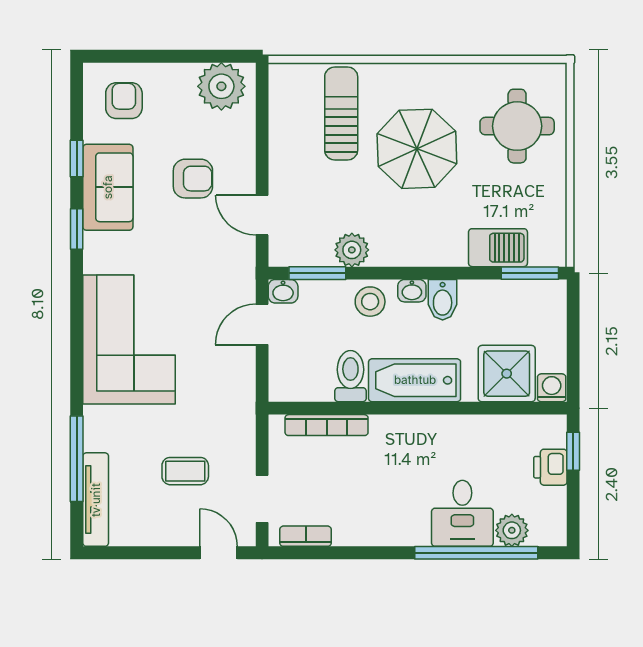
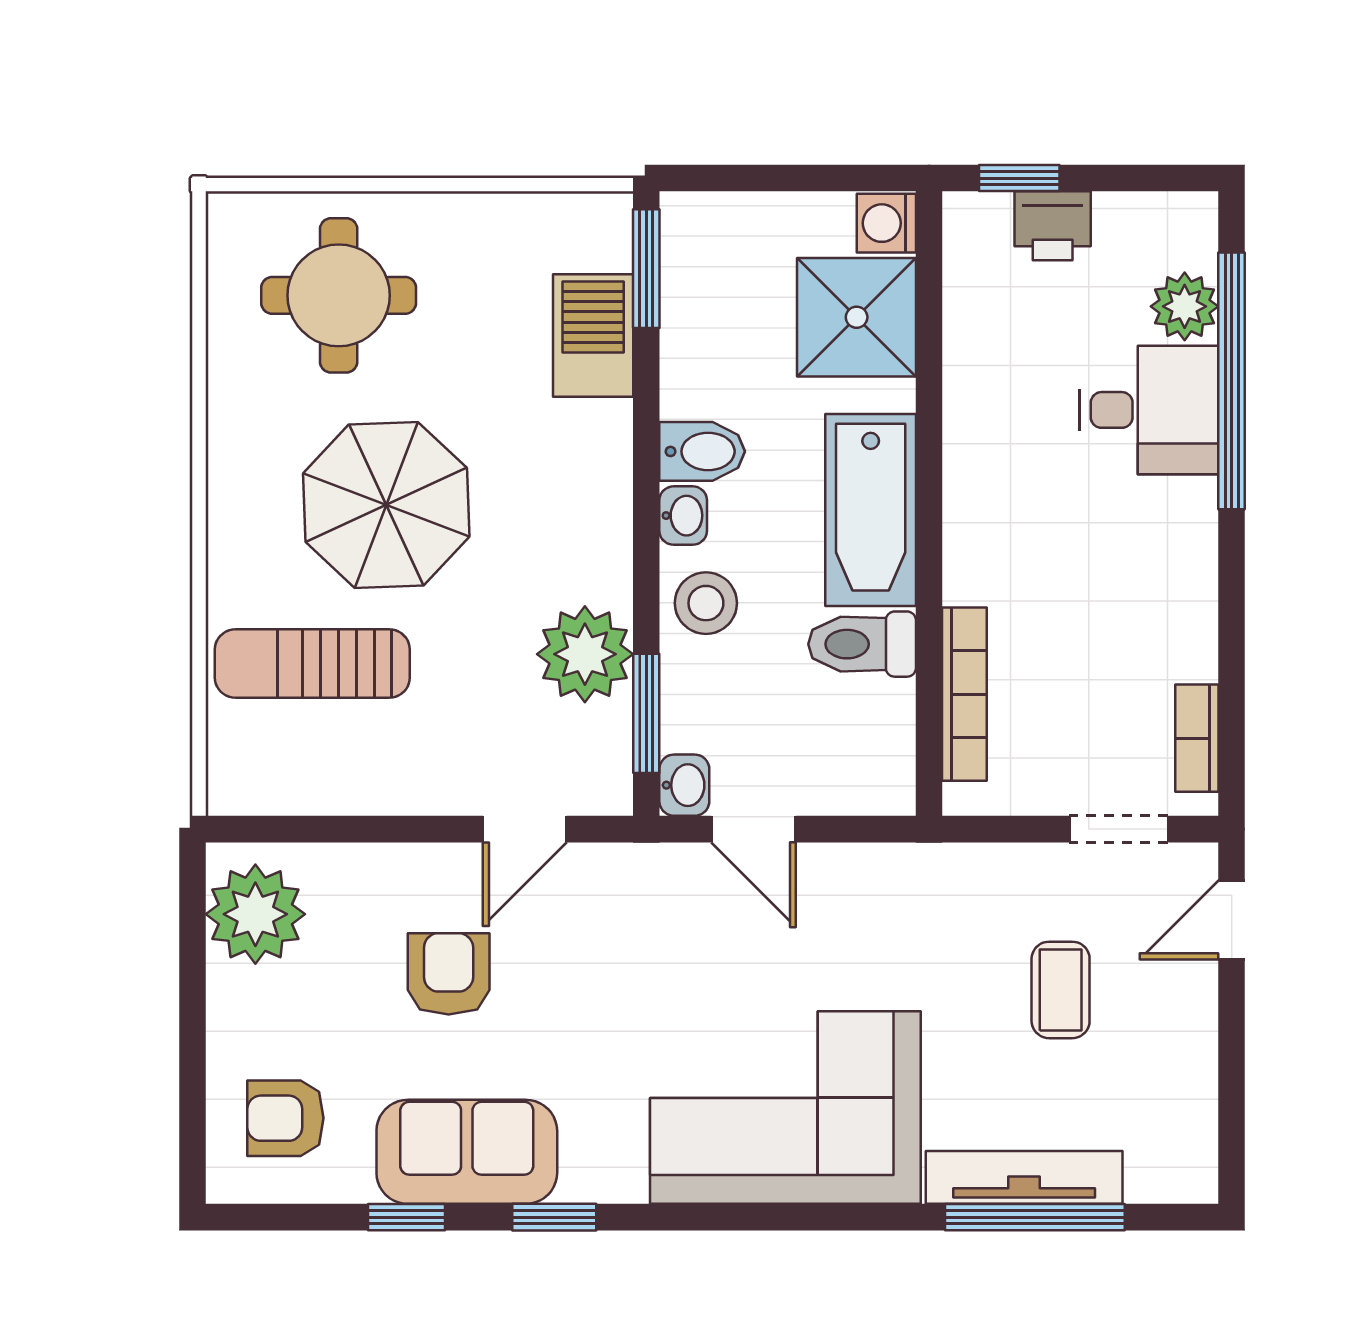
plant: (352, 250) -> (585, 654), width x1.36, depth x1.36
tv unit: (96, 500) -> (1024, 1177), moved

